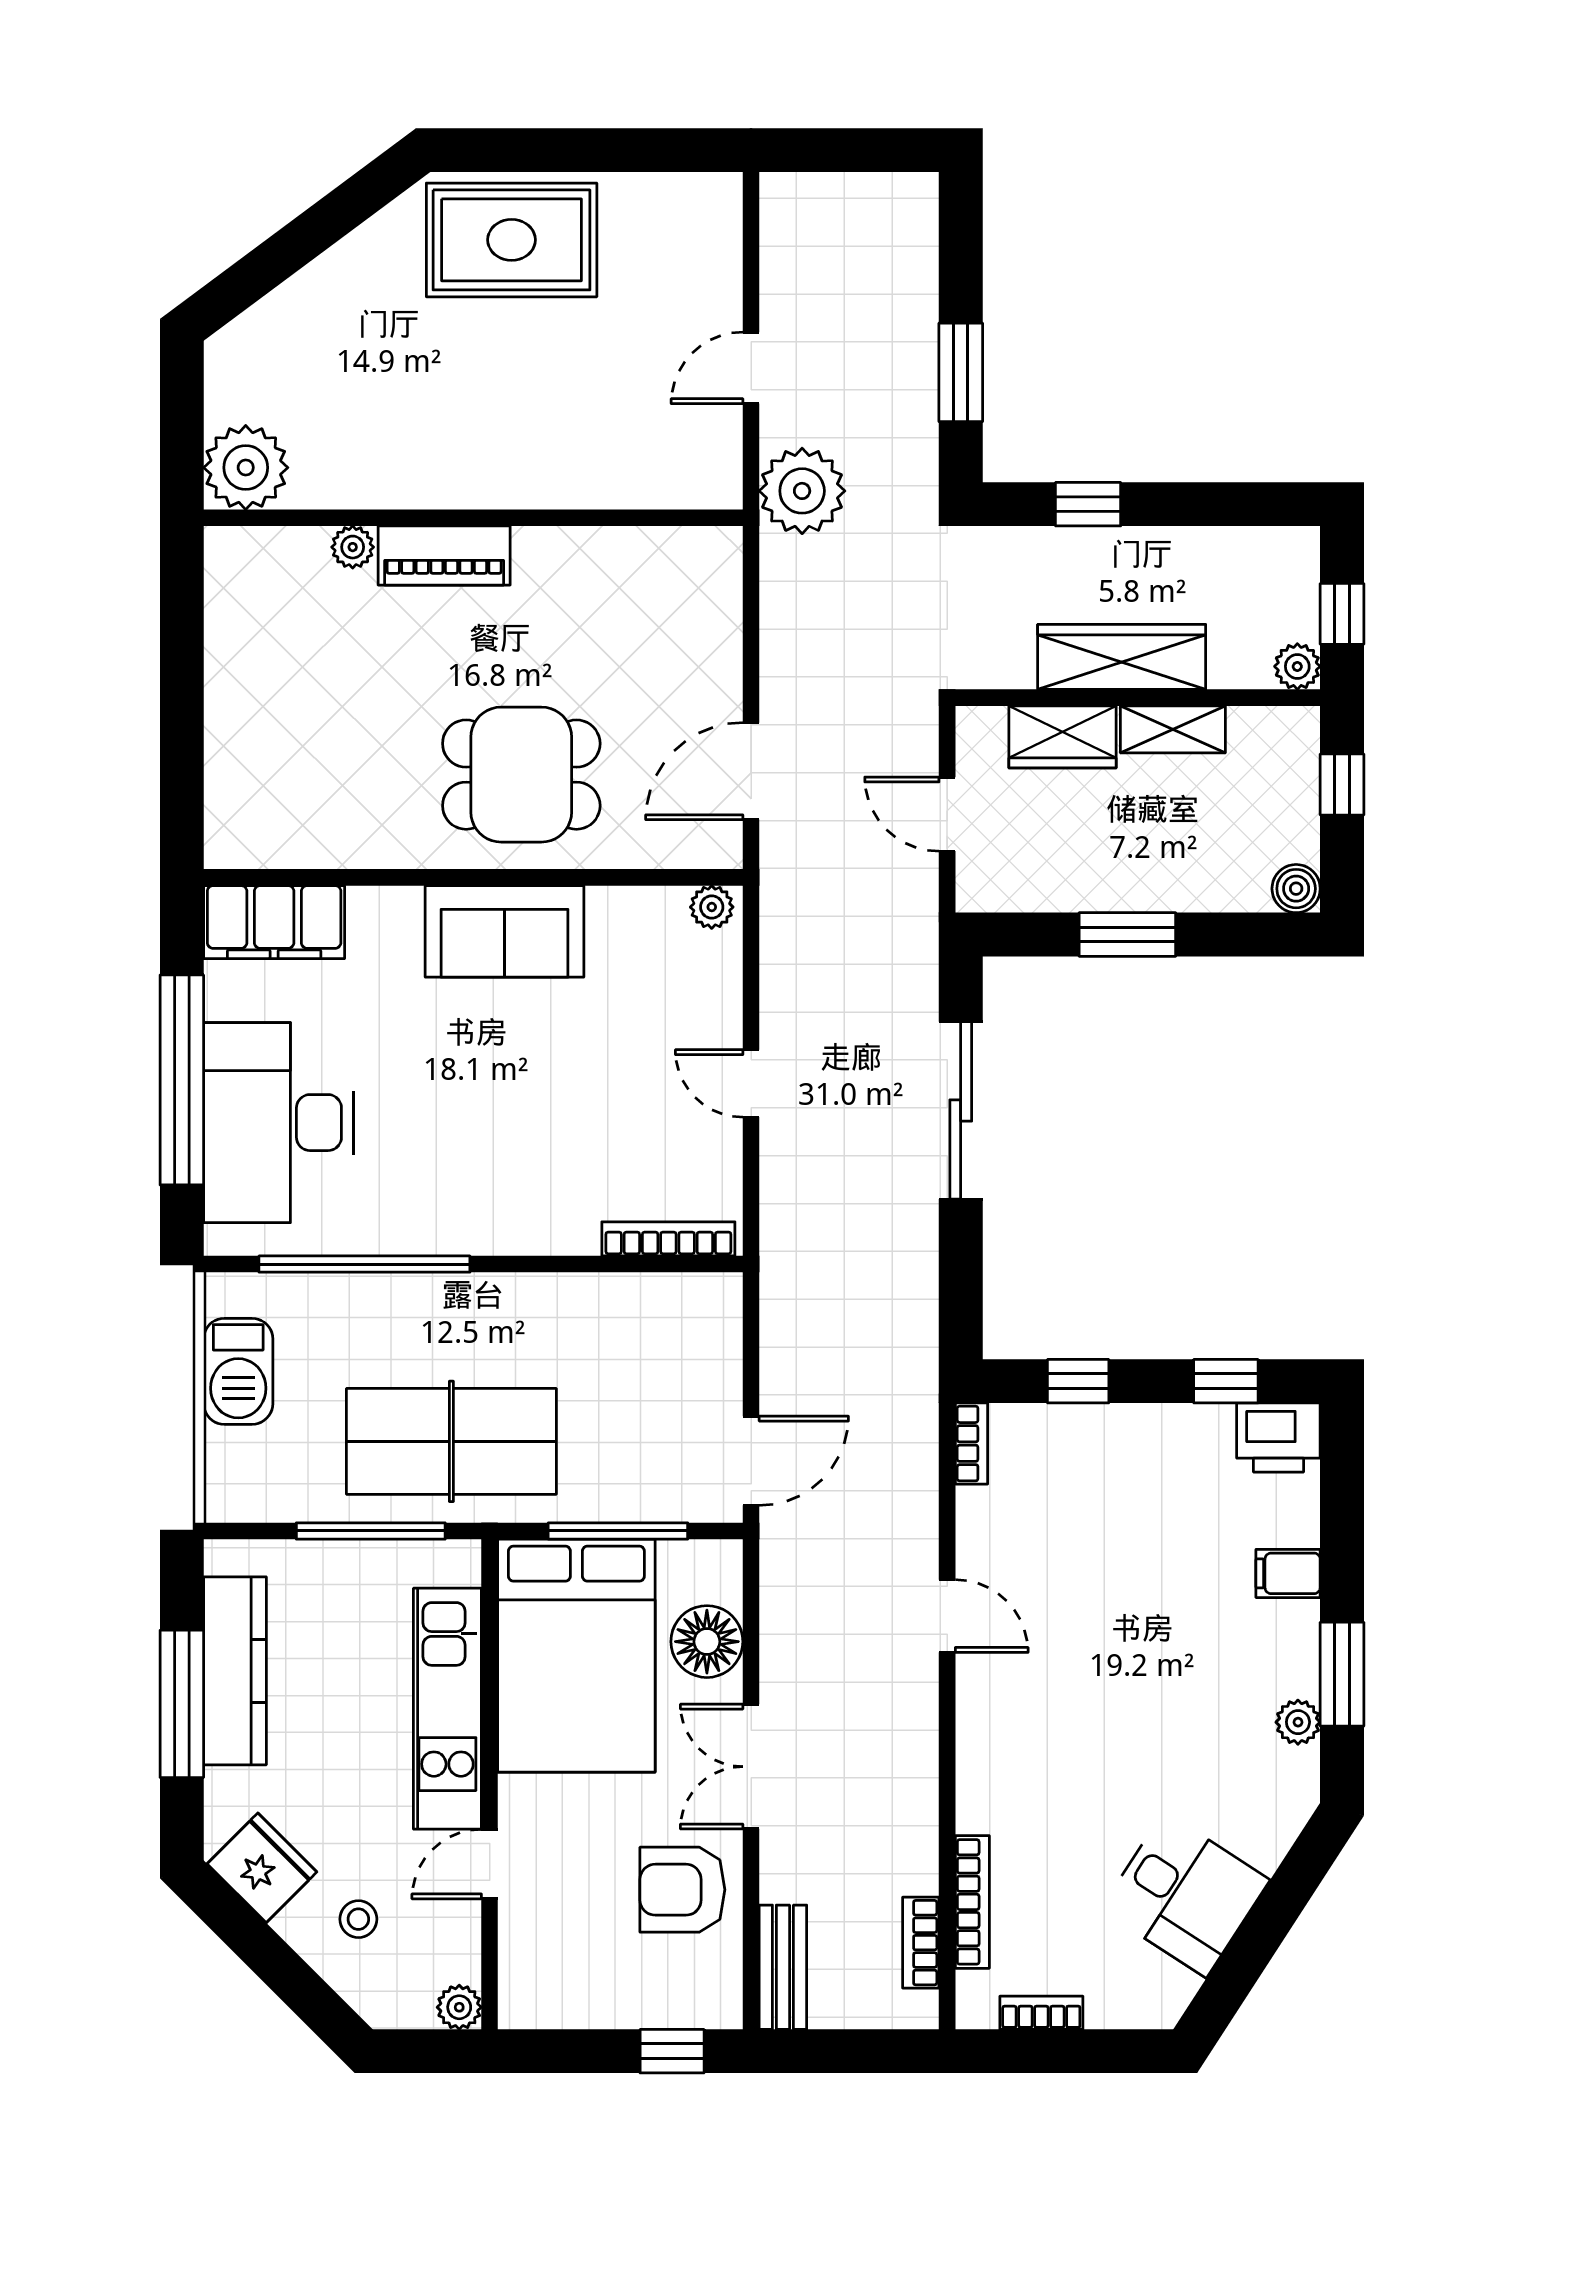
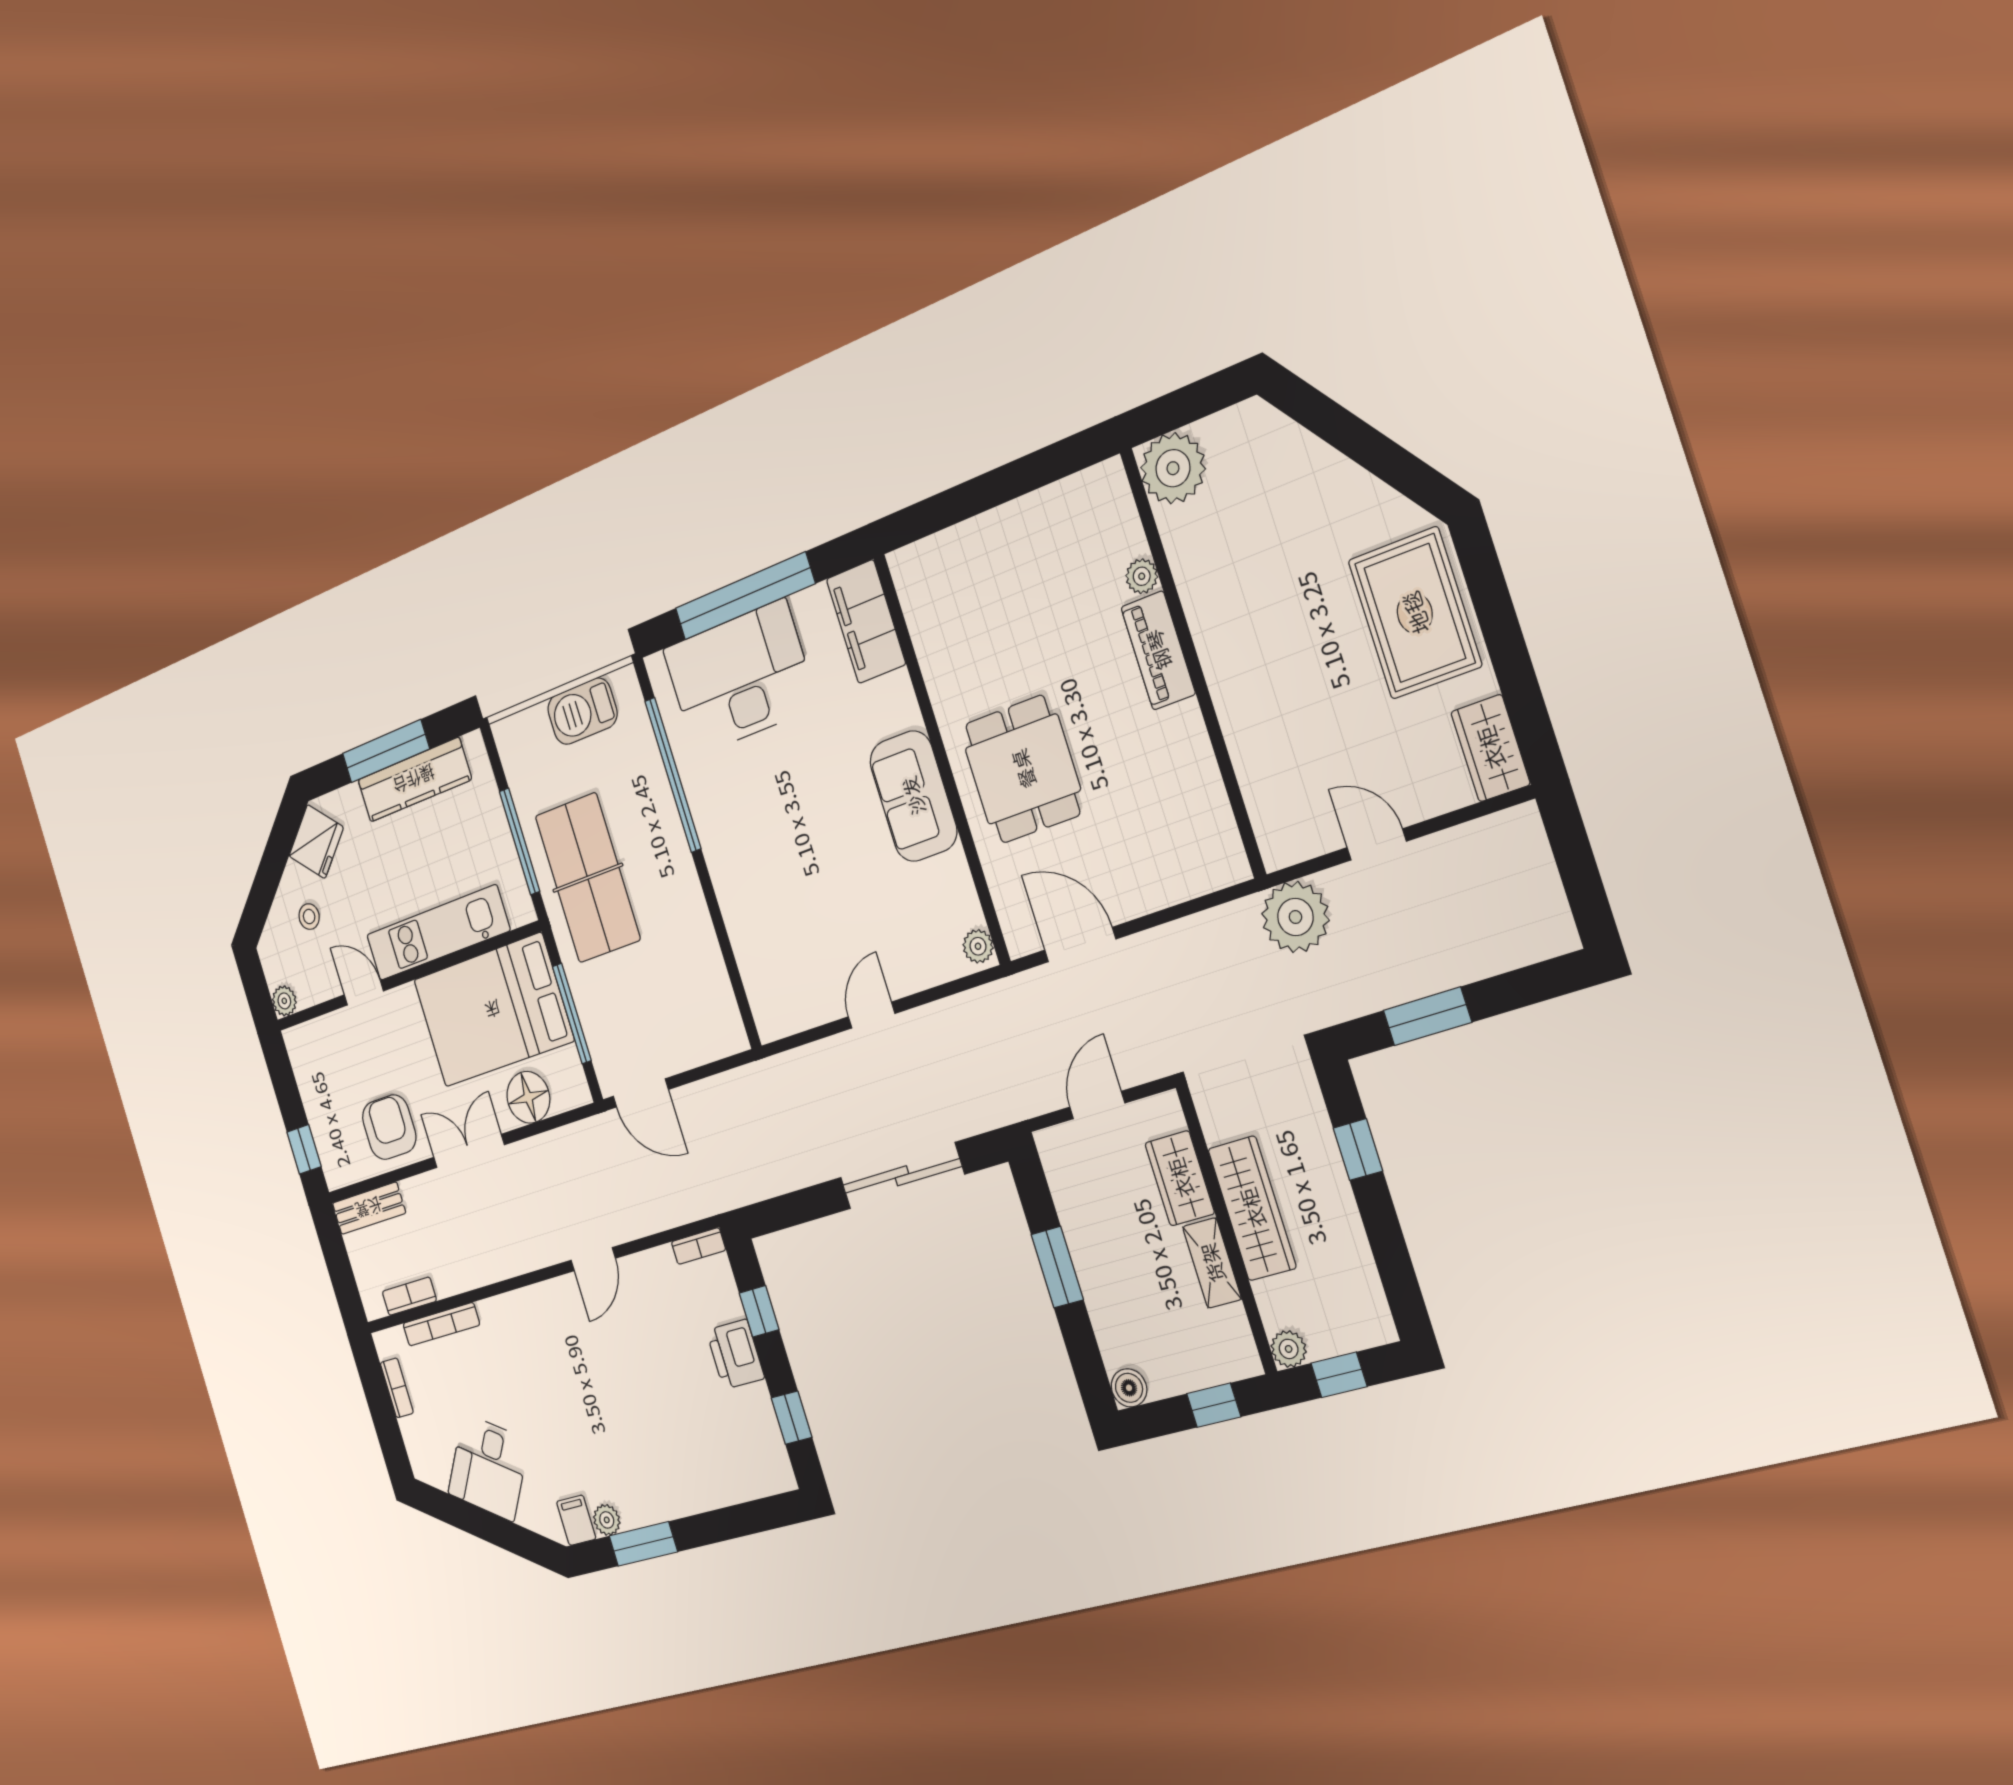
wardrobe: (688, 204) -> (1490, 748), added
bookcase: (668, 1239) -> (755, 988), removed
printer: (1278, 1438) -> (735, 1354), moved
filing cabinet: (1288, 1573) -> (576, 1520), moved

